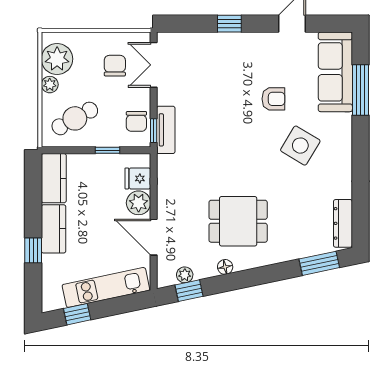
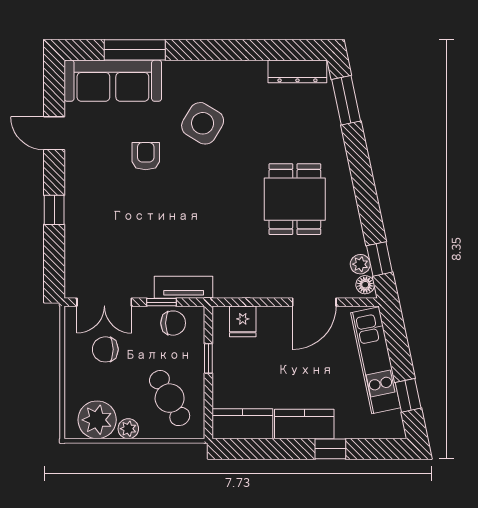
window: (154, 131) -> (161, 302), moved
plant: (139, 203) -> (272, 320), removed
floor lamp: (225, 267) -> (365, 285), moved

